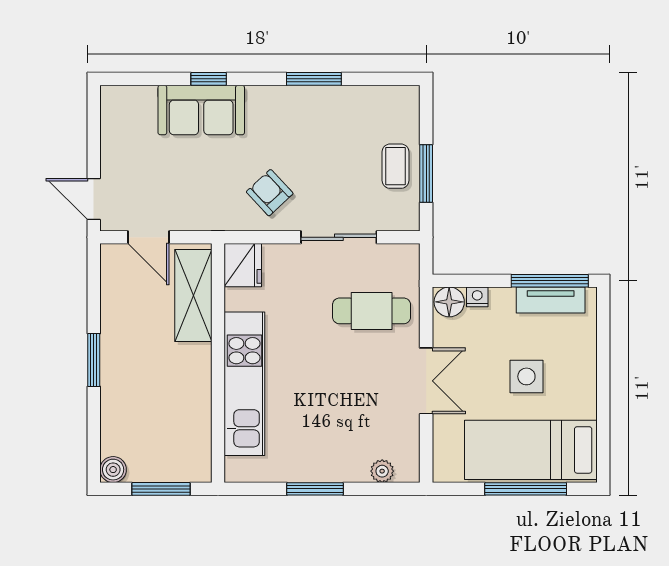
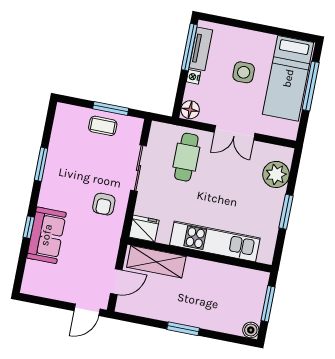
armchair: (270, 193) -> (104, 204), turned -47
nightstand: (477, 297) -> (193, 77), moved
double door: (426, 381) -> (235, 133), swing flipped
plant: (382, 471) -> (276, 174), width x1.87, depth x1.87

